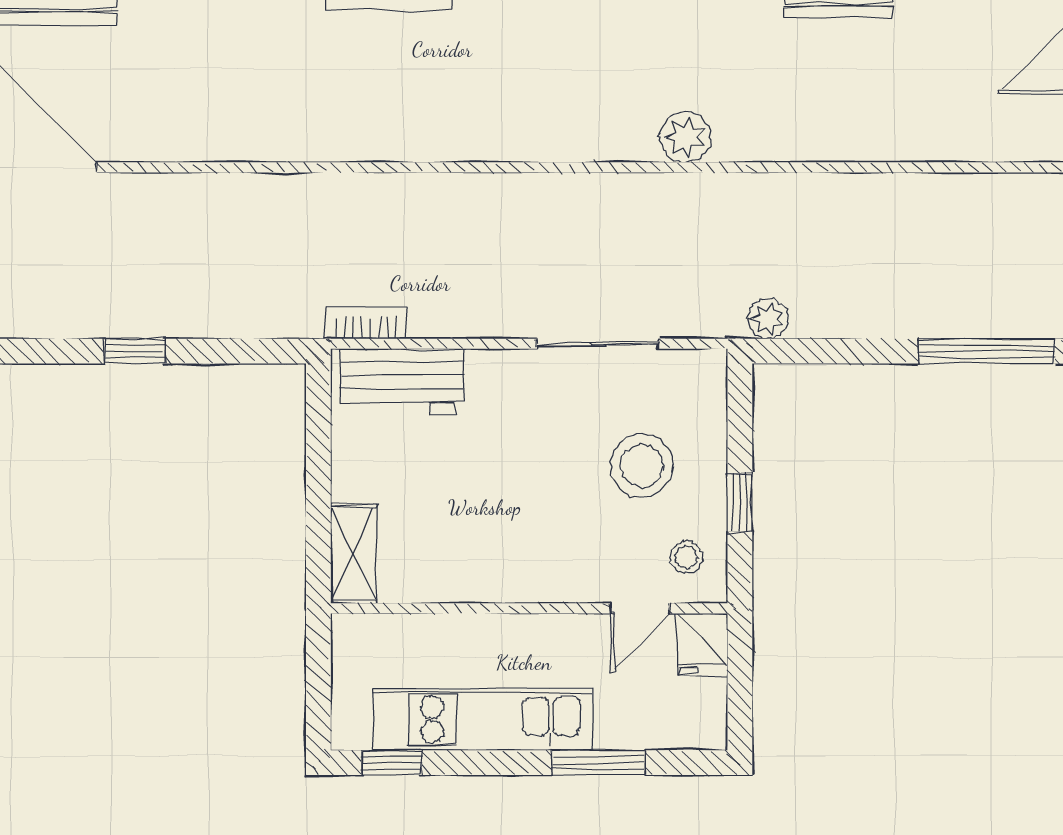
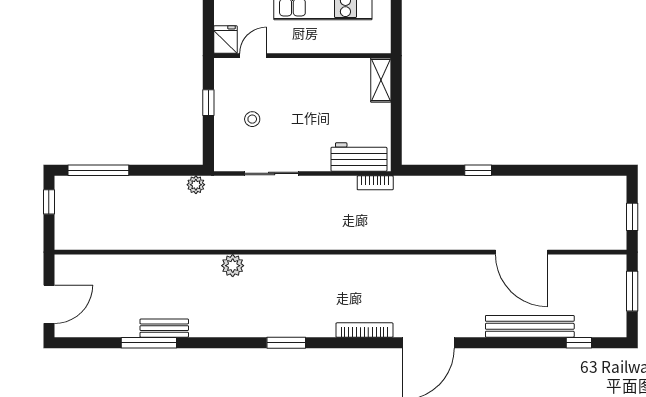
stool: (641, 466) -> (252, 119), width x0.53, depth x0.53
stool: (686, 557) -> (232, 78), removed

